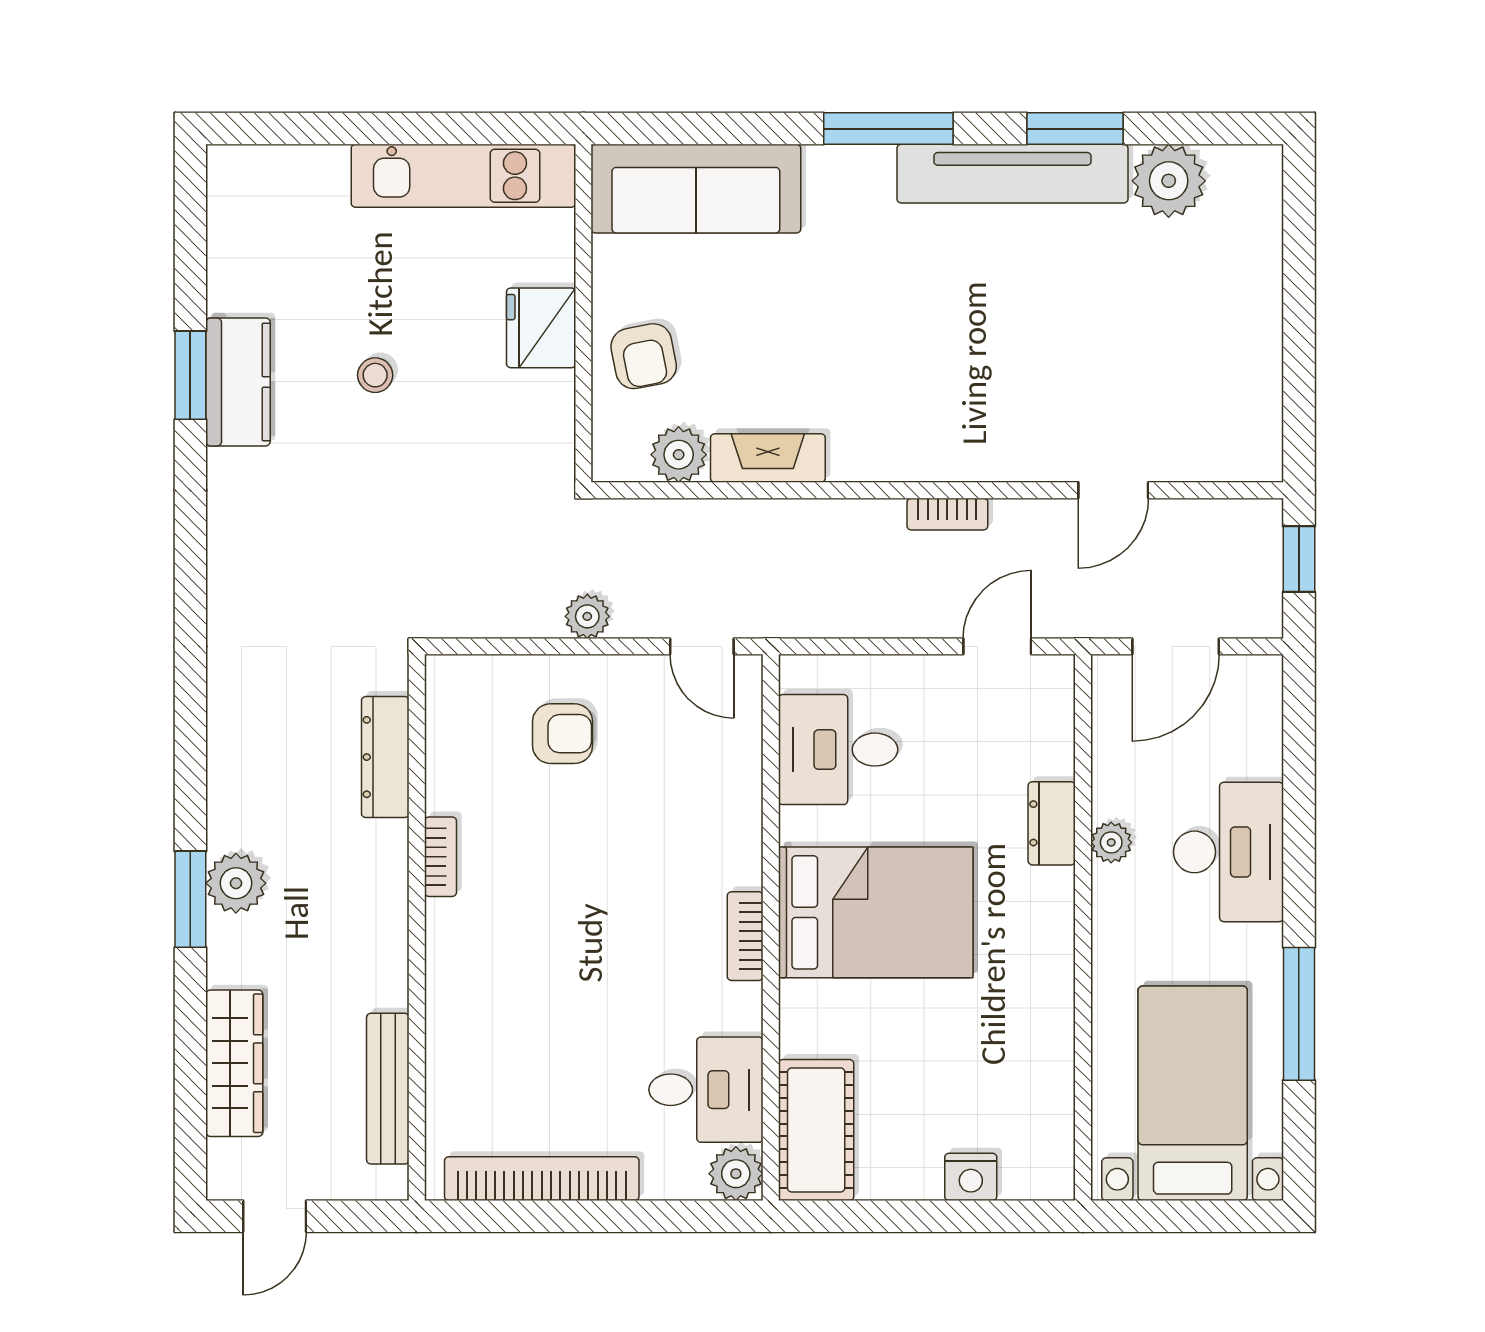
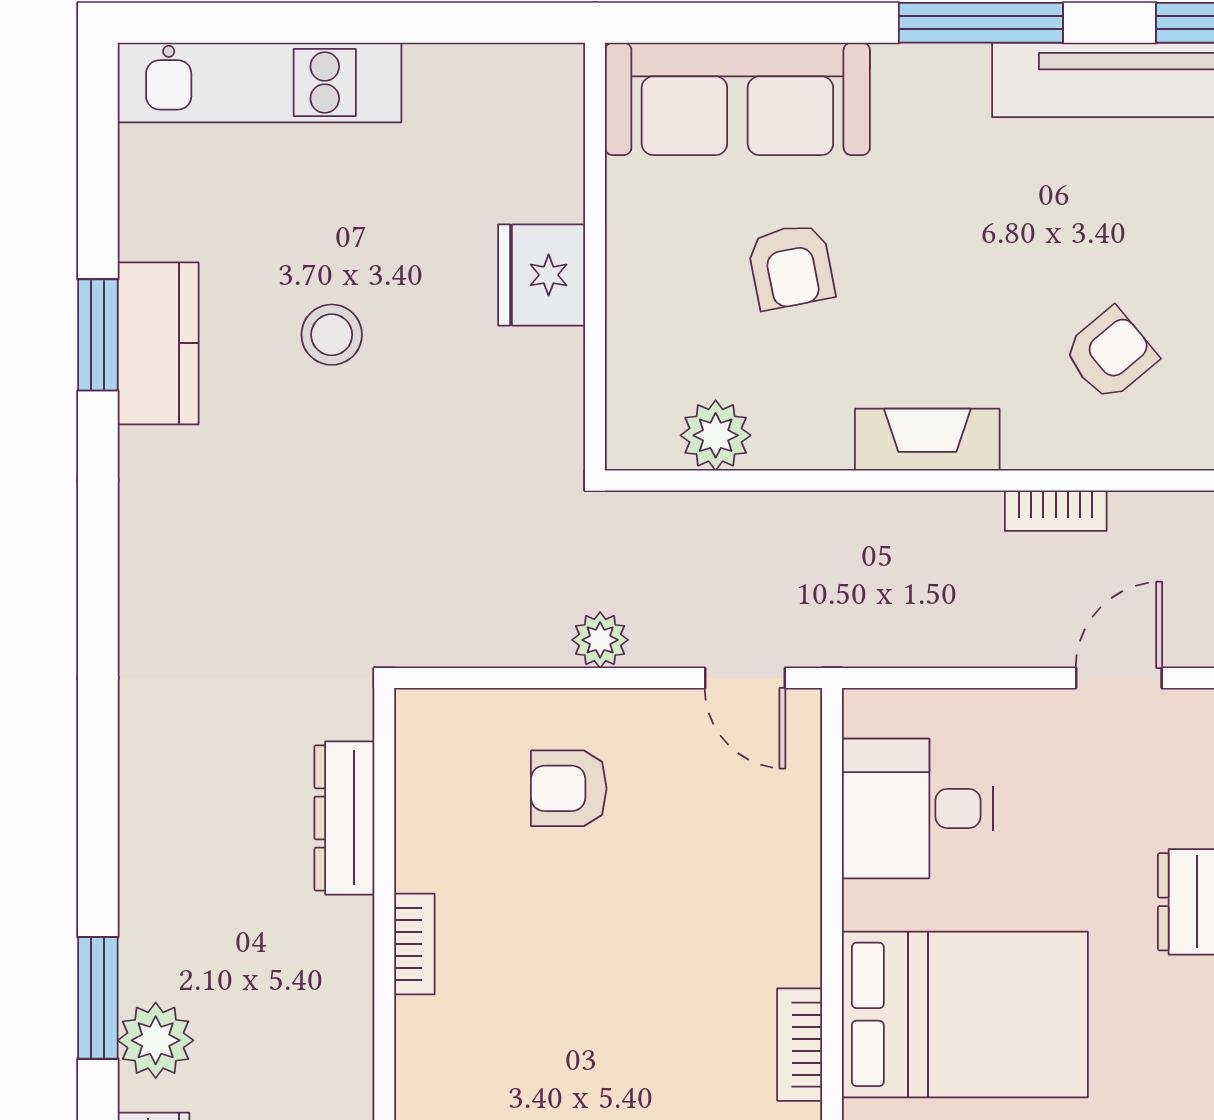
kitchen unit: (463, 176) -> (259, 82), moved
armchair: (644, 356) -> (791, 266), moved
stool: (375, 375) -> (332, 335), width x1.37, depth x1.37
armchair: (991, 390) -> (1110, 354), added
fireplace: (768, 458) -> (927, 440), moved
armchair: (563, 734) -> (569, 788), turned 180
plant: (236, 883) -> (156, 1040), moved

